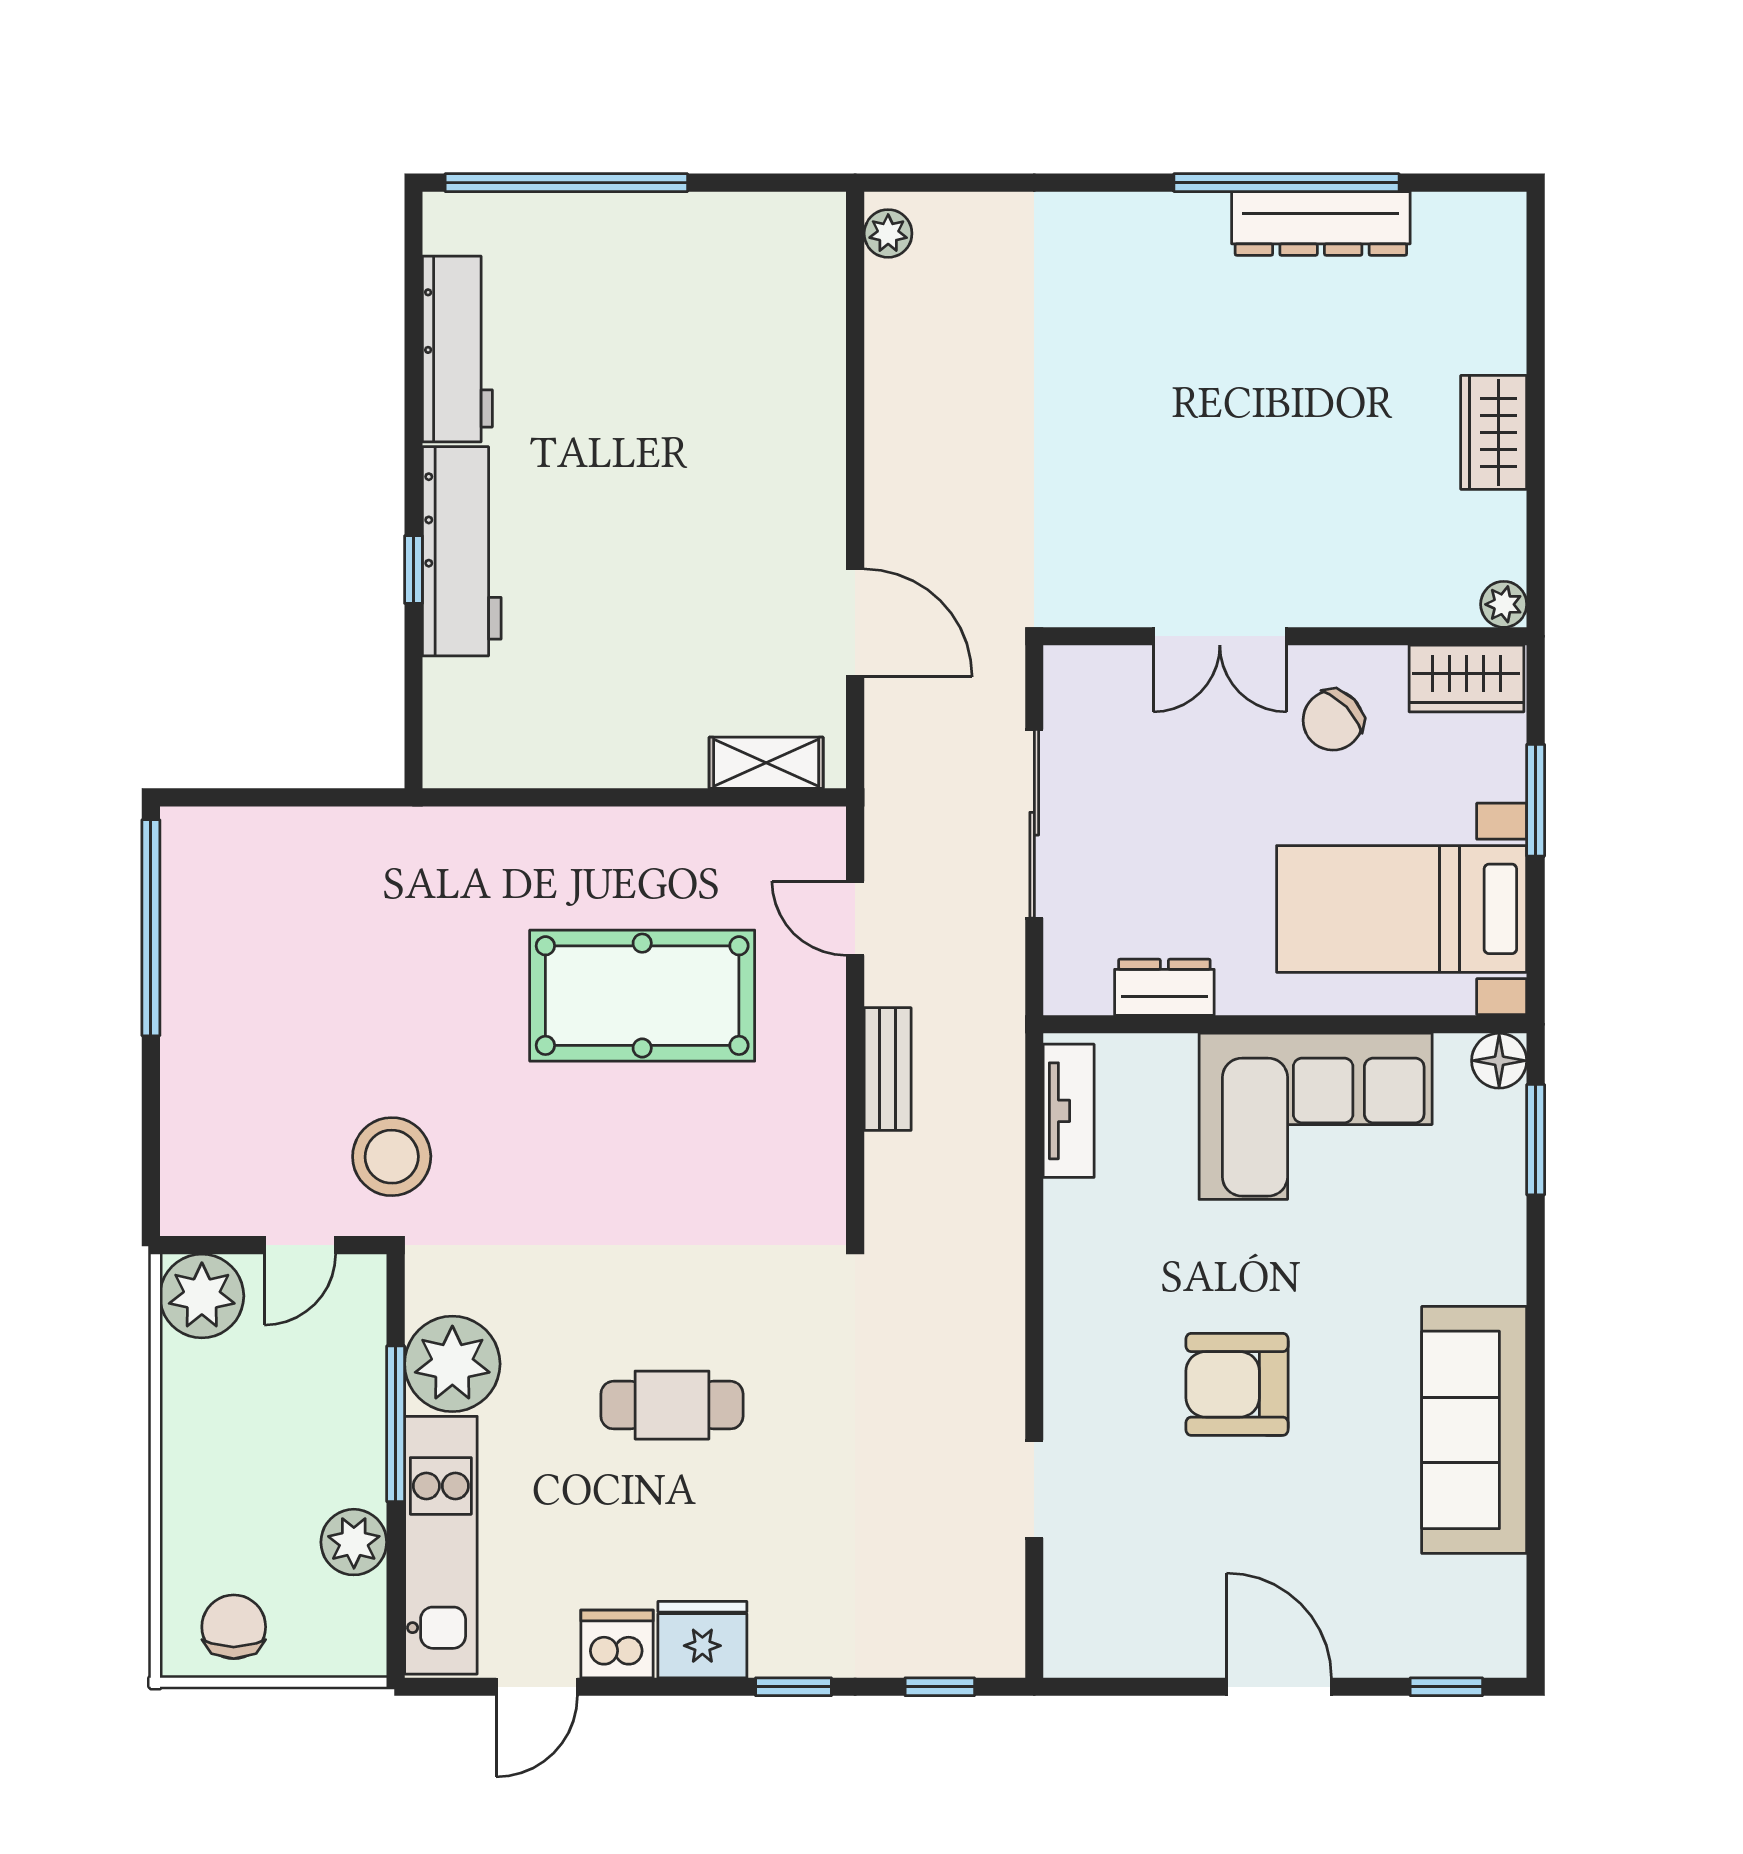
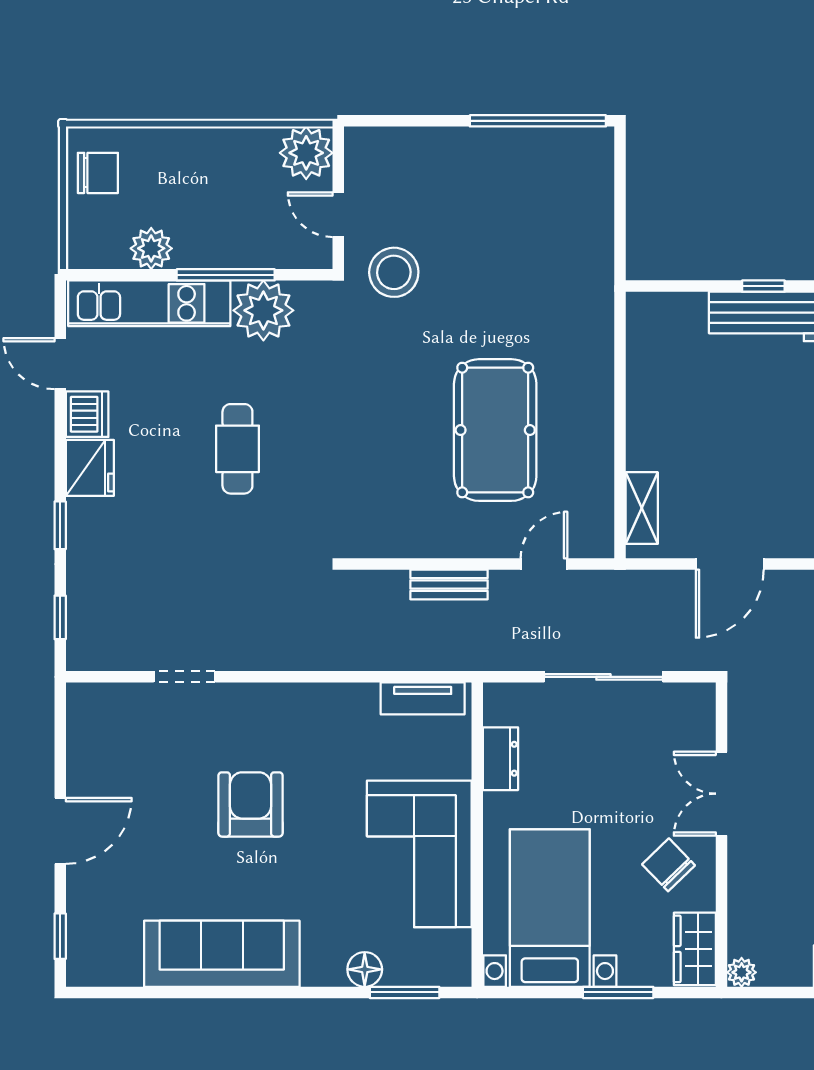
floor lamp: (1499, 1061) -> (365, 969), moved

